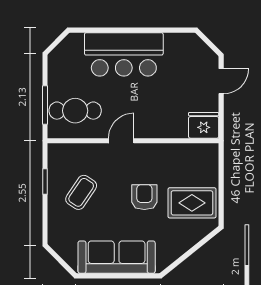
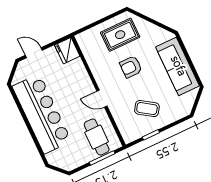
bar counter: (124, 54) -> (42, 114), width x1.36
rug: (192, 203) -> (120, 35), turned 90

